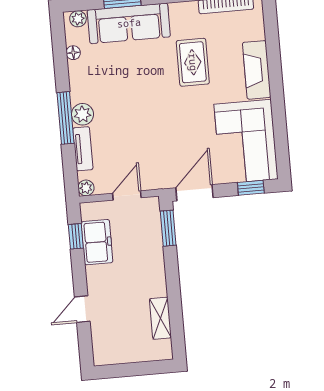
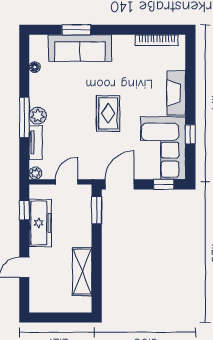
plant: (78, 19) -> (41, 41), removed
rug: (193, 62) -> (108, 113), moved
window: (279, 121) -> (190, 134), added
freezer: (97, 242) -> (40, 223), width x1.40
shelving: (160, 318) -> (82, 272), width x1.50, depth x1.33

